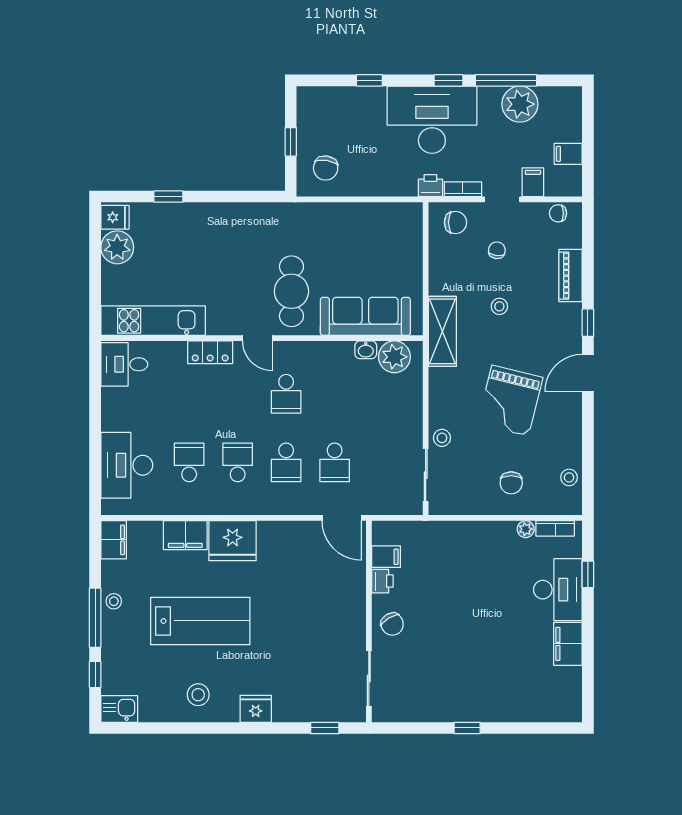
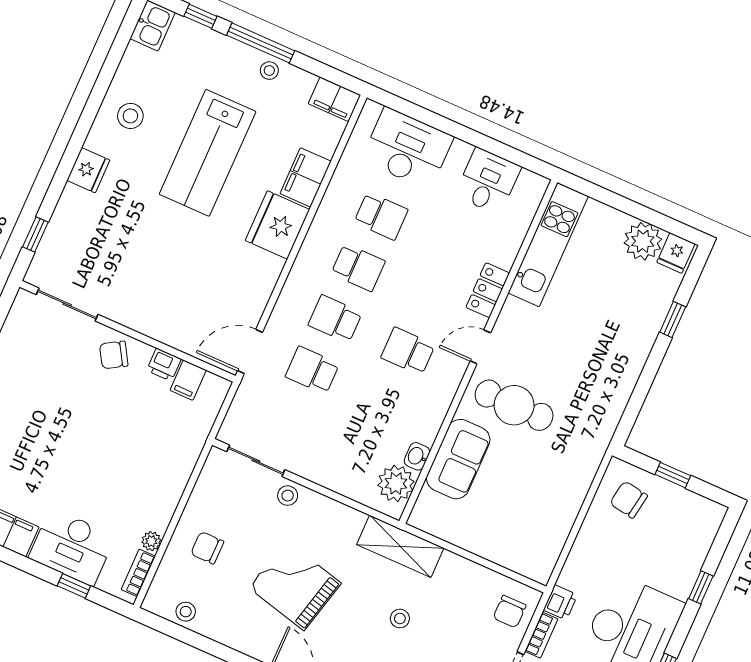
chair: (497, 250) -> (461, 642), removed
sofa: (365, 316) -> (458, 459), width x0.73
desk: (124, 364) -> (488, 181), moved

